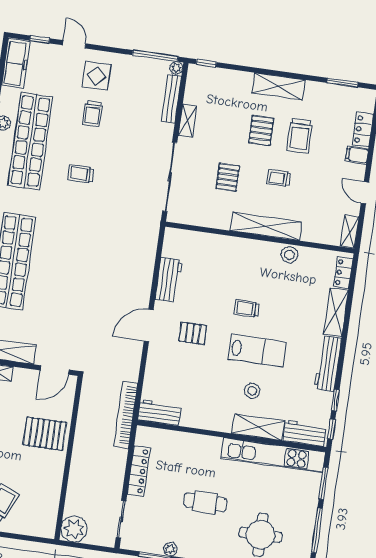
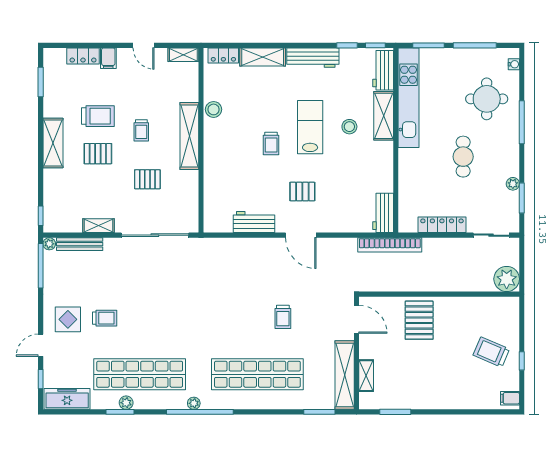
trolley: (81, 174) -> (283, 317), moved
door: (365, 193) -> (144, 45), hinge flipped
pallet: (193, 333) -> (302, 192), turned 90

